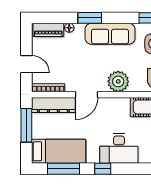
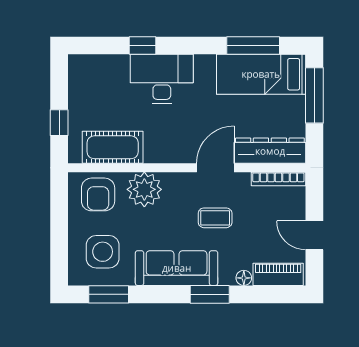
door: (26, 64) -> (314, 235), moved
coffee table: (87, 64) -> (215, 218), added
plant: (118, 81) -> (144, 189), moved
window: (26, 125) -> (314, 95), moved
window: (103, 169) -> (142, 45), moved

